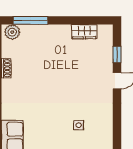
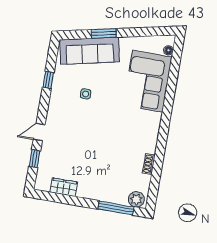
window: (117, 132) -> (48, 80), added

